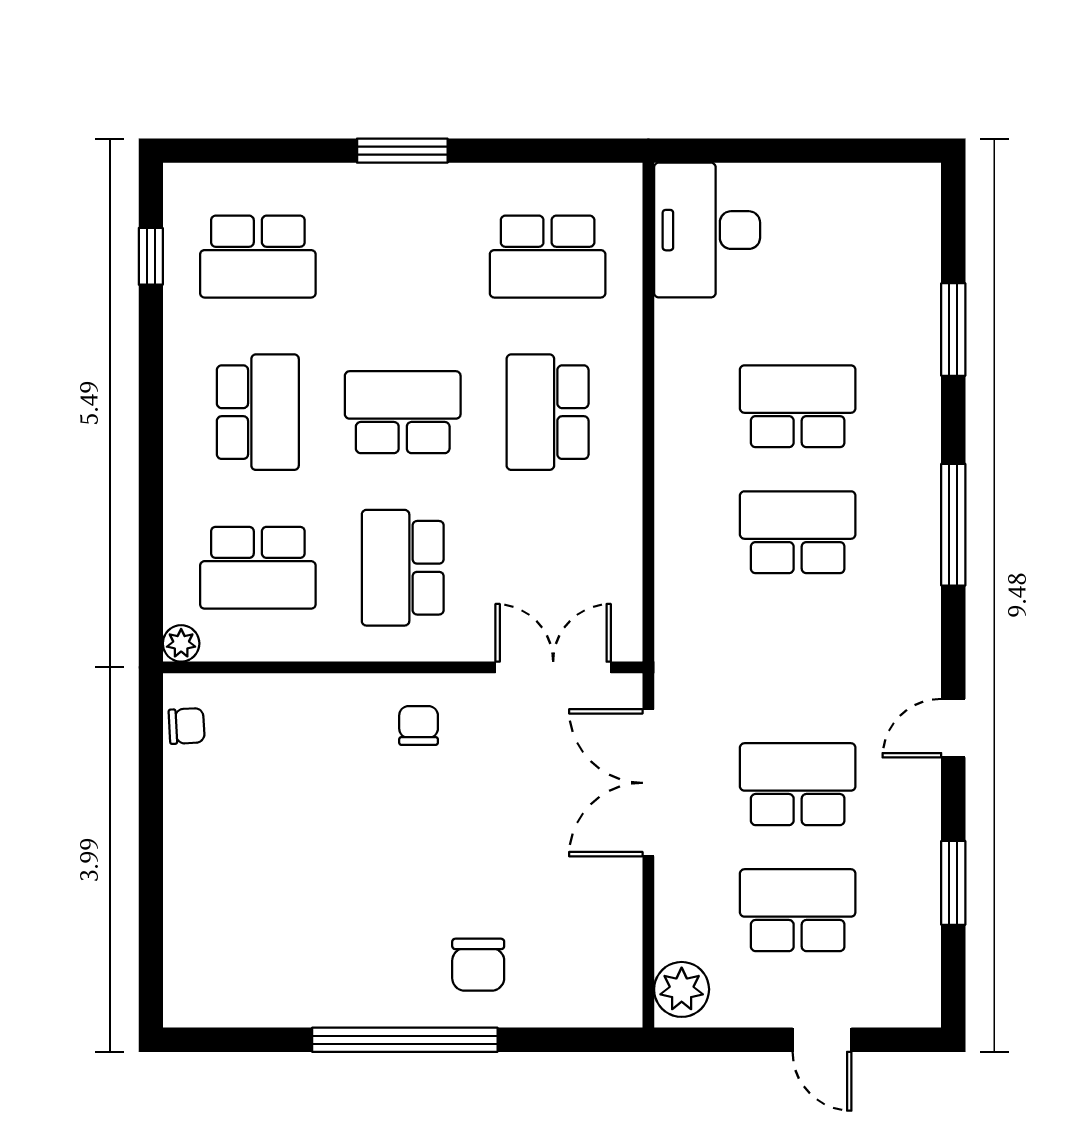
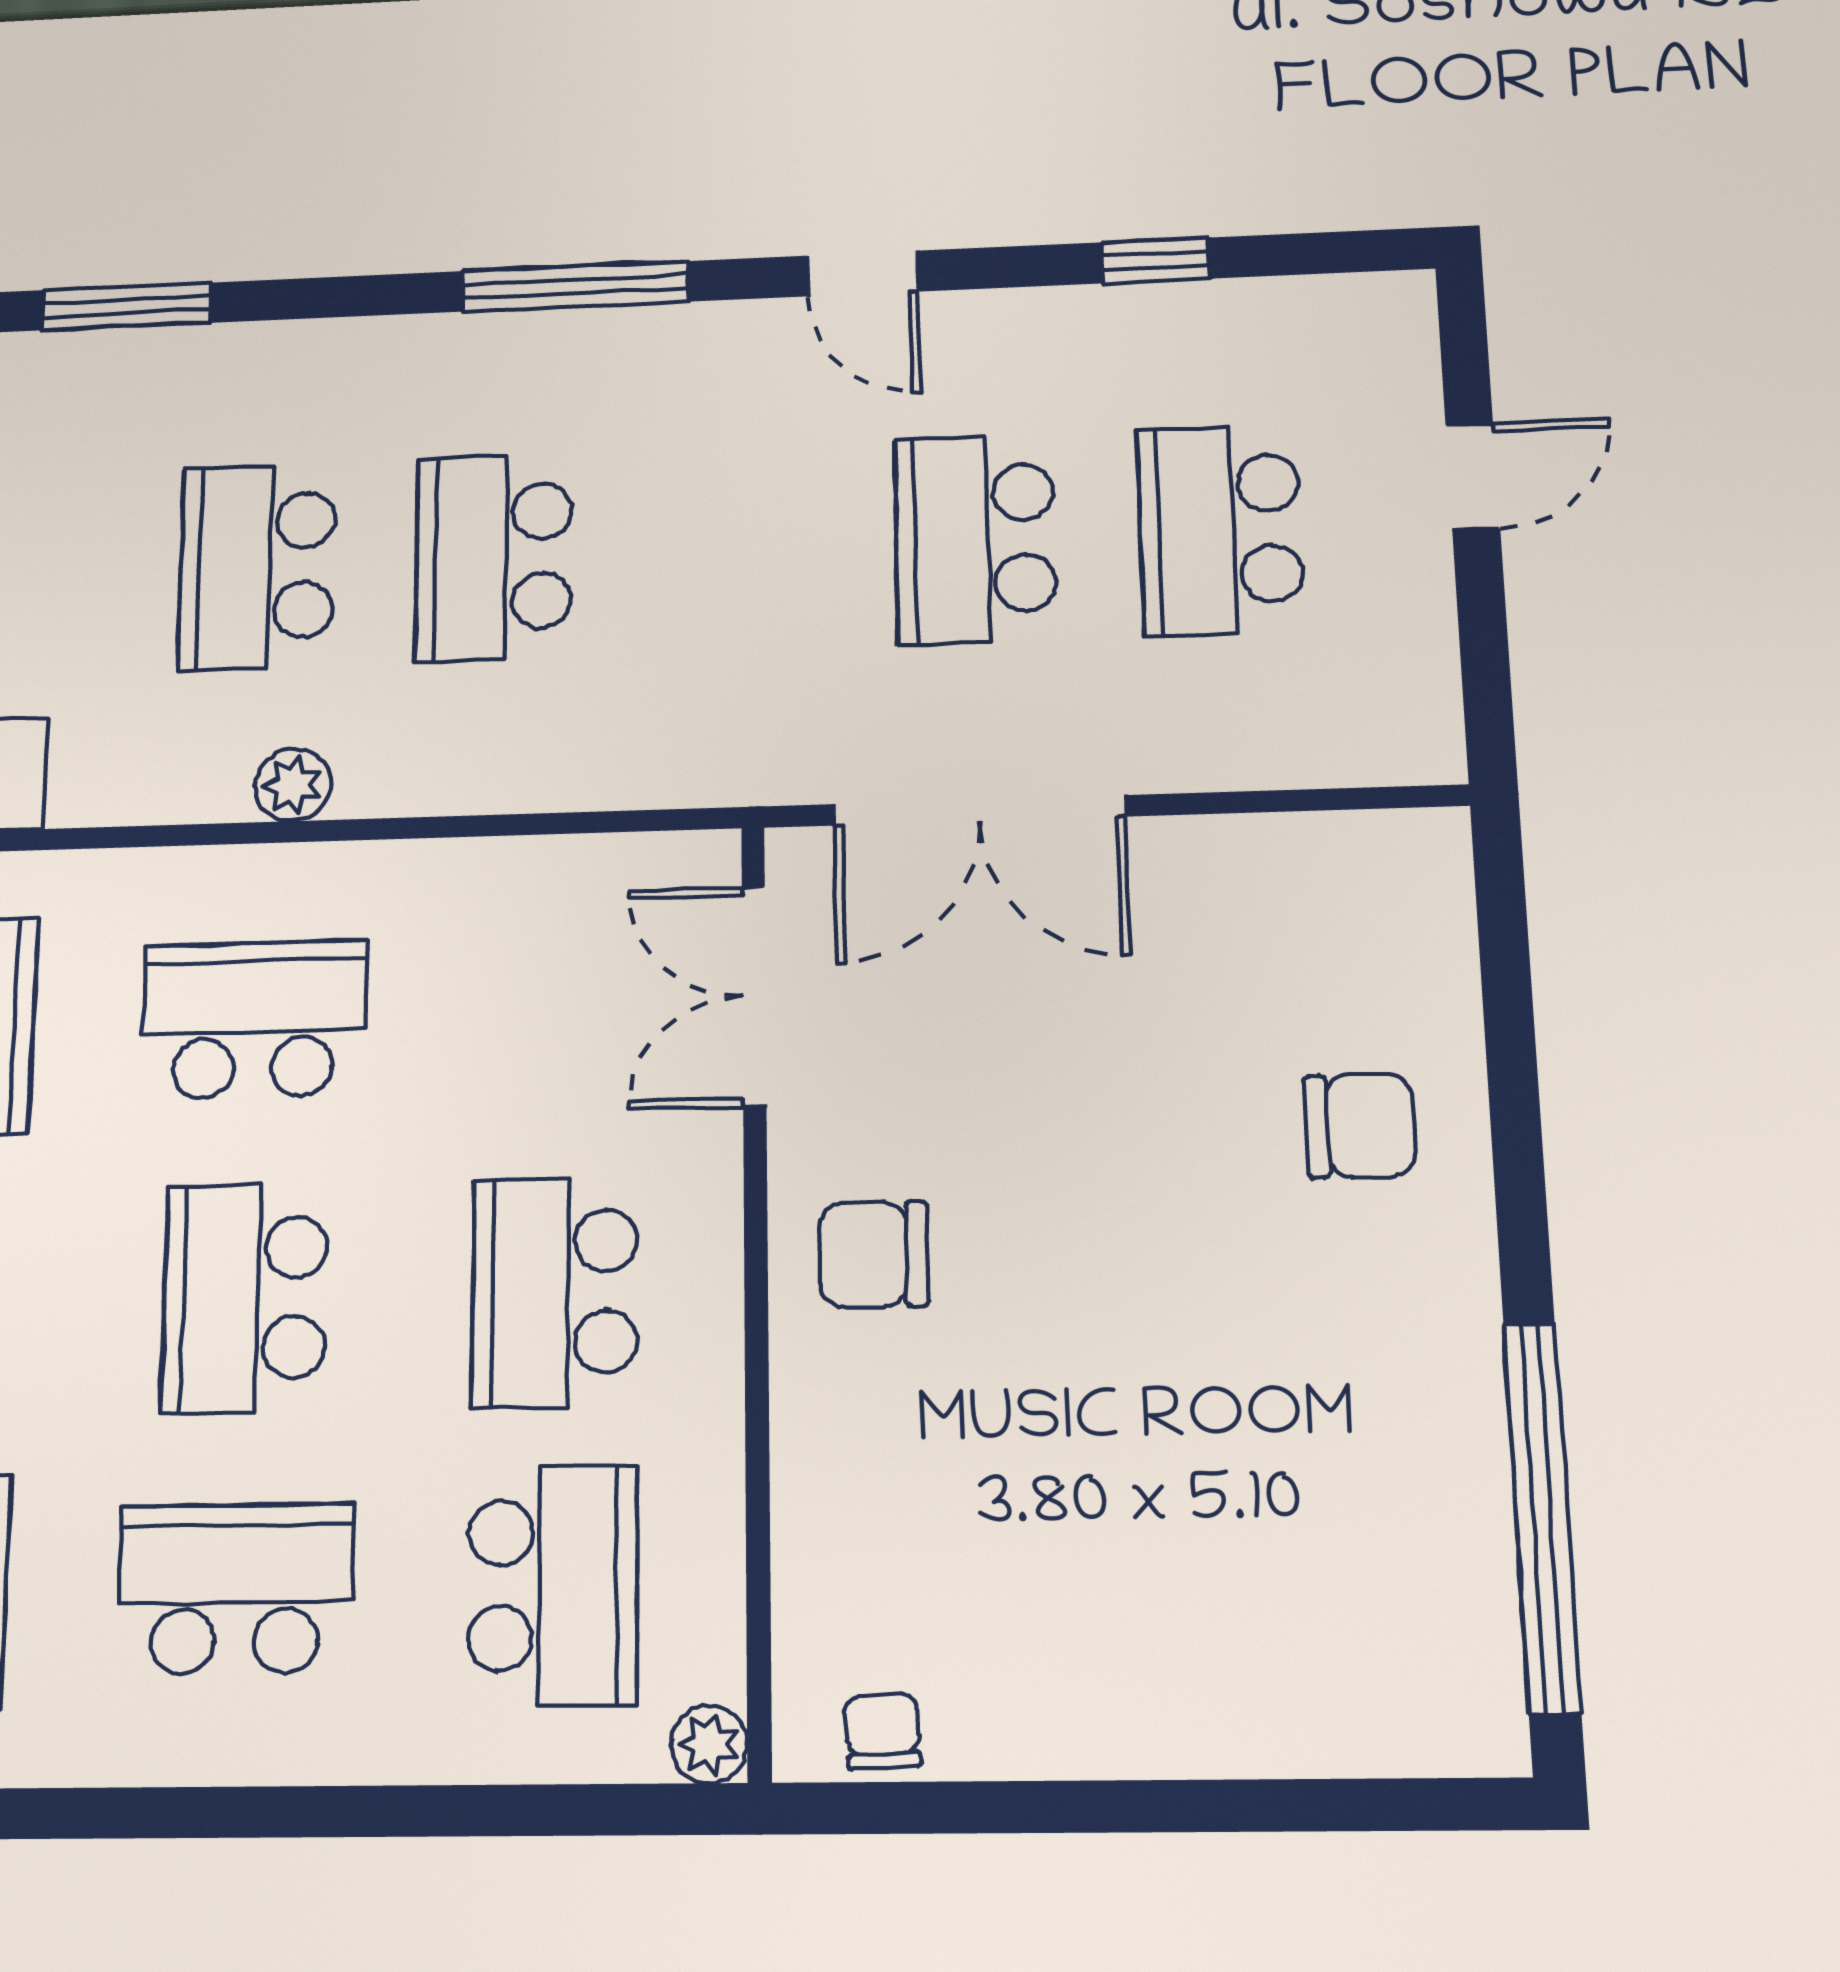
school desk: (548, 412) -> (254, 1020), turned 180
window: (953, 525) -> (575, 286), moved
school desk: (403, 568) -> (555, 1292), turned 90
chair: (419, 725) -> (874, 1254), width x1.37, depth x1.37
window: (953, 883) -> (1156, 260), width x0.67
plant: (682, 989) -> (293, 785), moved, width x0.73, depth x0.73
window: (405, 1040) -> (1542, 1517), moved

